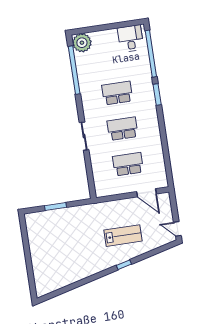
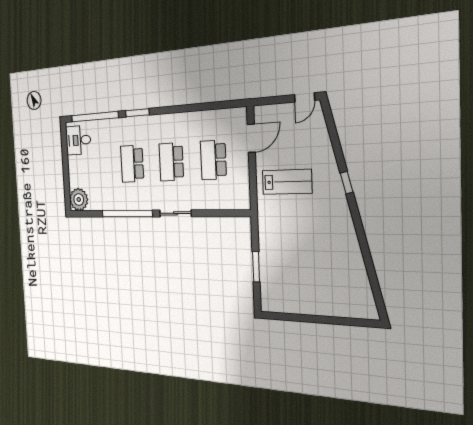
window: (74, 70) -> (127, 214), moved
lab bench: (123, 236) -> (287, 182), moved, turned 90

